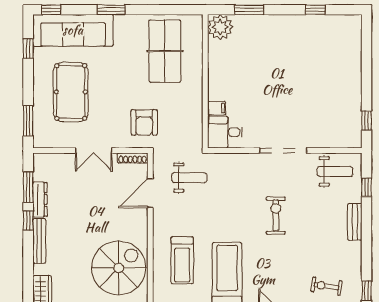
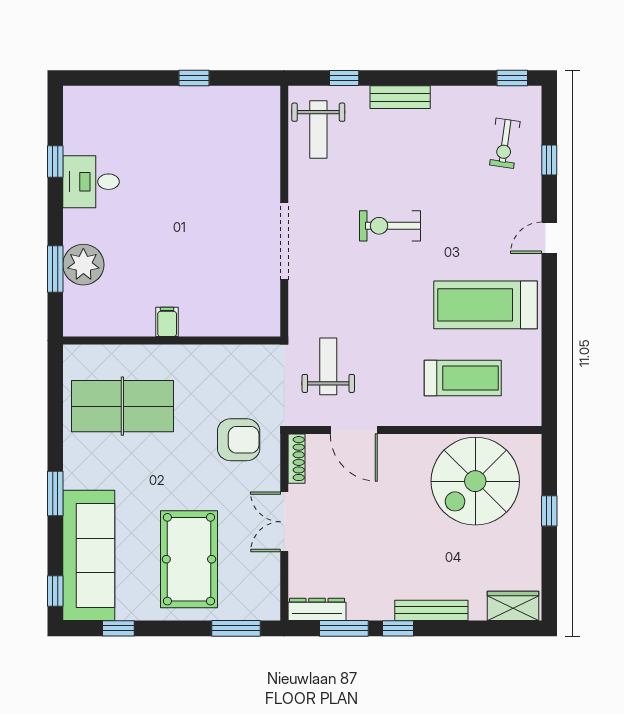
plant: (220, 27) -> (83, 265), moved
pool table: (71, 92) -> (189, 559), turned 90
filing cabinet: (217, 108) -> (167, 322), moved
window: (367, 121) -> (194, 78), moved
desk: (225, 132) -> (91, 182), moved, turned 90
double door: (94, 151) -> (284, 522), swing flipped
doorway: (283, 151) -> (284, 241), moved
weight bench: (335, 171) -> (318, 130), turned 180
dresser: (40, 199) -> (317, 609), moved
spiral stairs: (119, 268) -> (475, 481), turned -90

